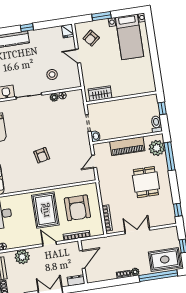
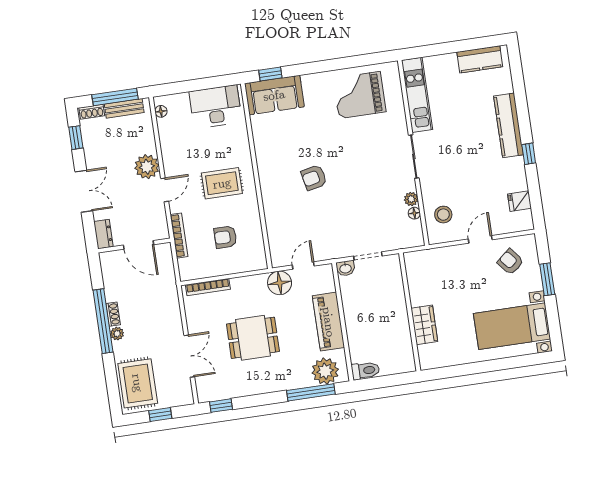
fridge: (68, 31) -> (519, 201), moved
stool: (52, 74) -> (443, 215), moved
wardrobe: (100, 94) -> (424, 325), moved
window: (162, 108) -> (392, 380), removed
door: (94, 161) -> (303, 266), hinge flipped
floor lamp: (104, 175) -> (280, 283), added
dining table: (146, 182) -> (253, 338), moved
armchair: (77, 208) -> (225, 237), width x0.53, depth x0.53
rug: (45, 210) -> (222, 183), width x0.73, depth x0.70
double door: (137, 231) -> (189, 356), moved
plant: (22, 257) -> (147, 167), moved
window: (158, 276) -> (103, 321), moved

